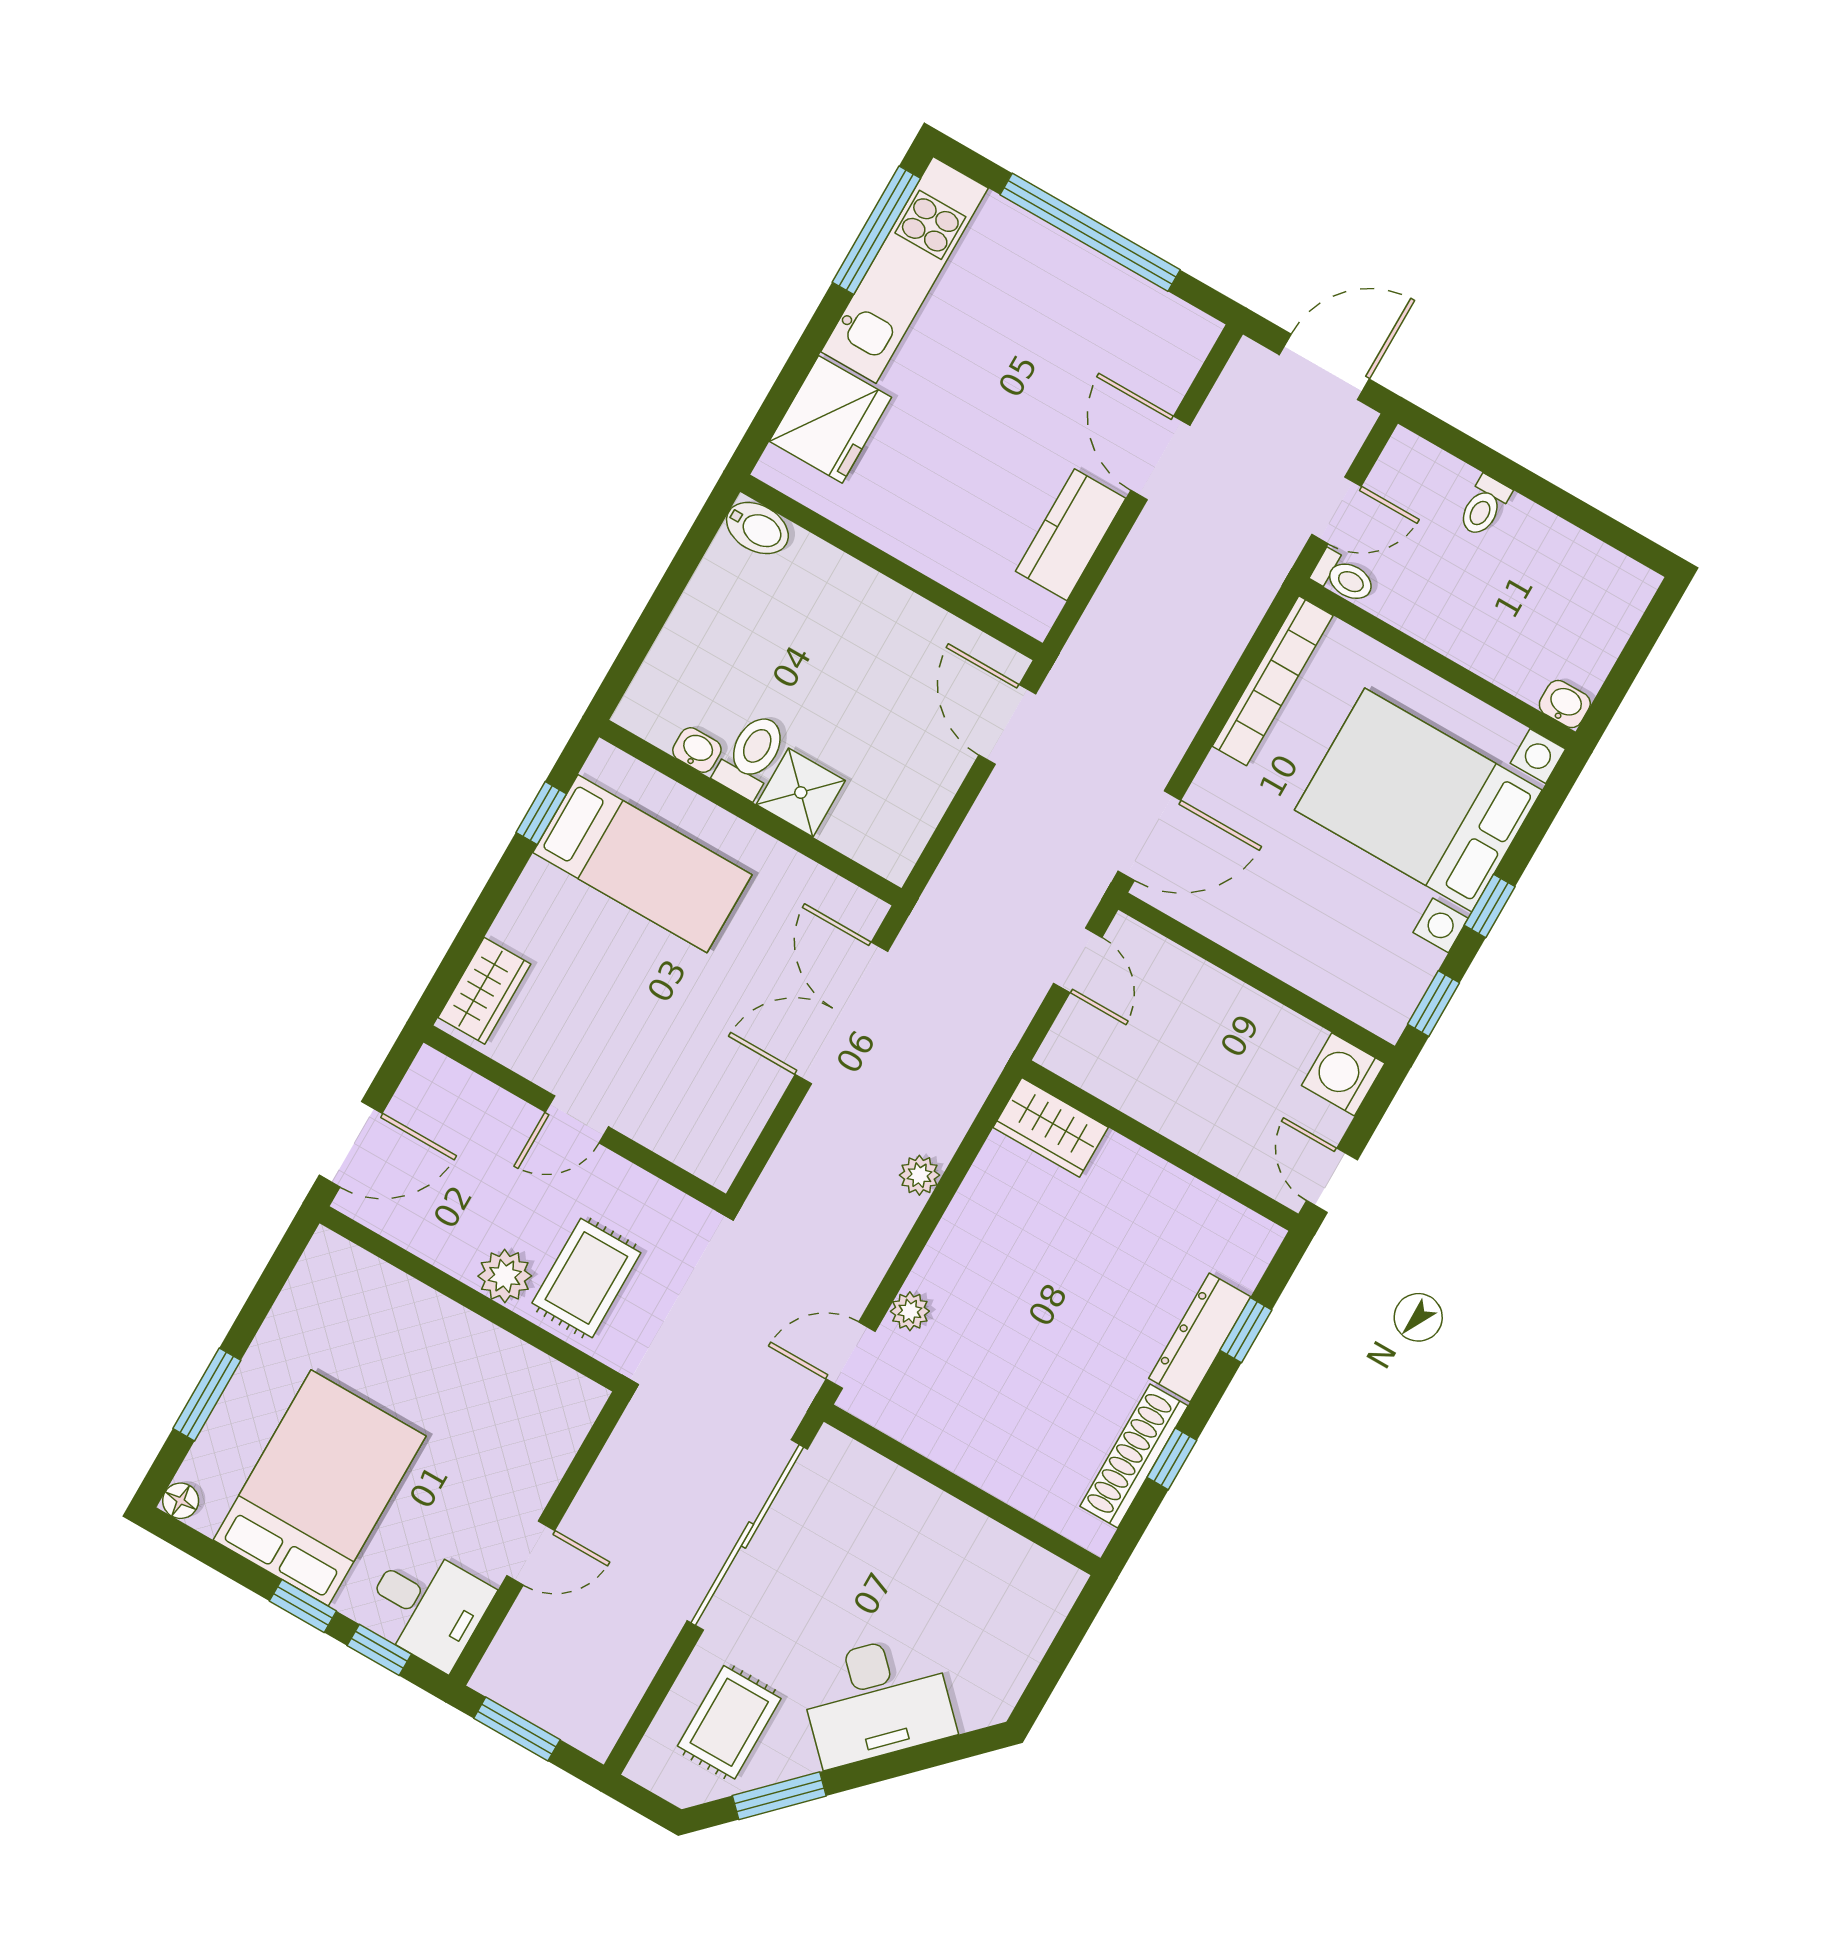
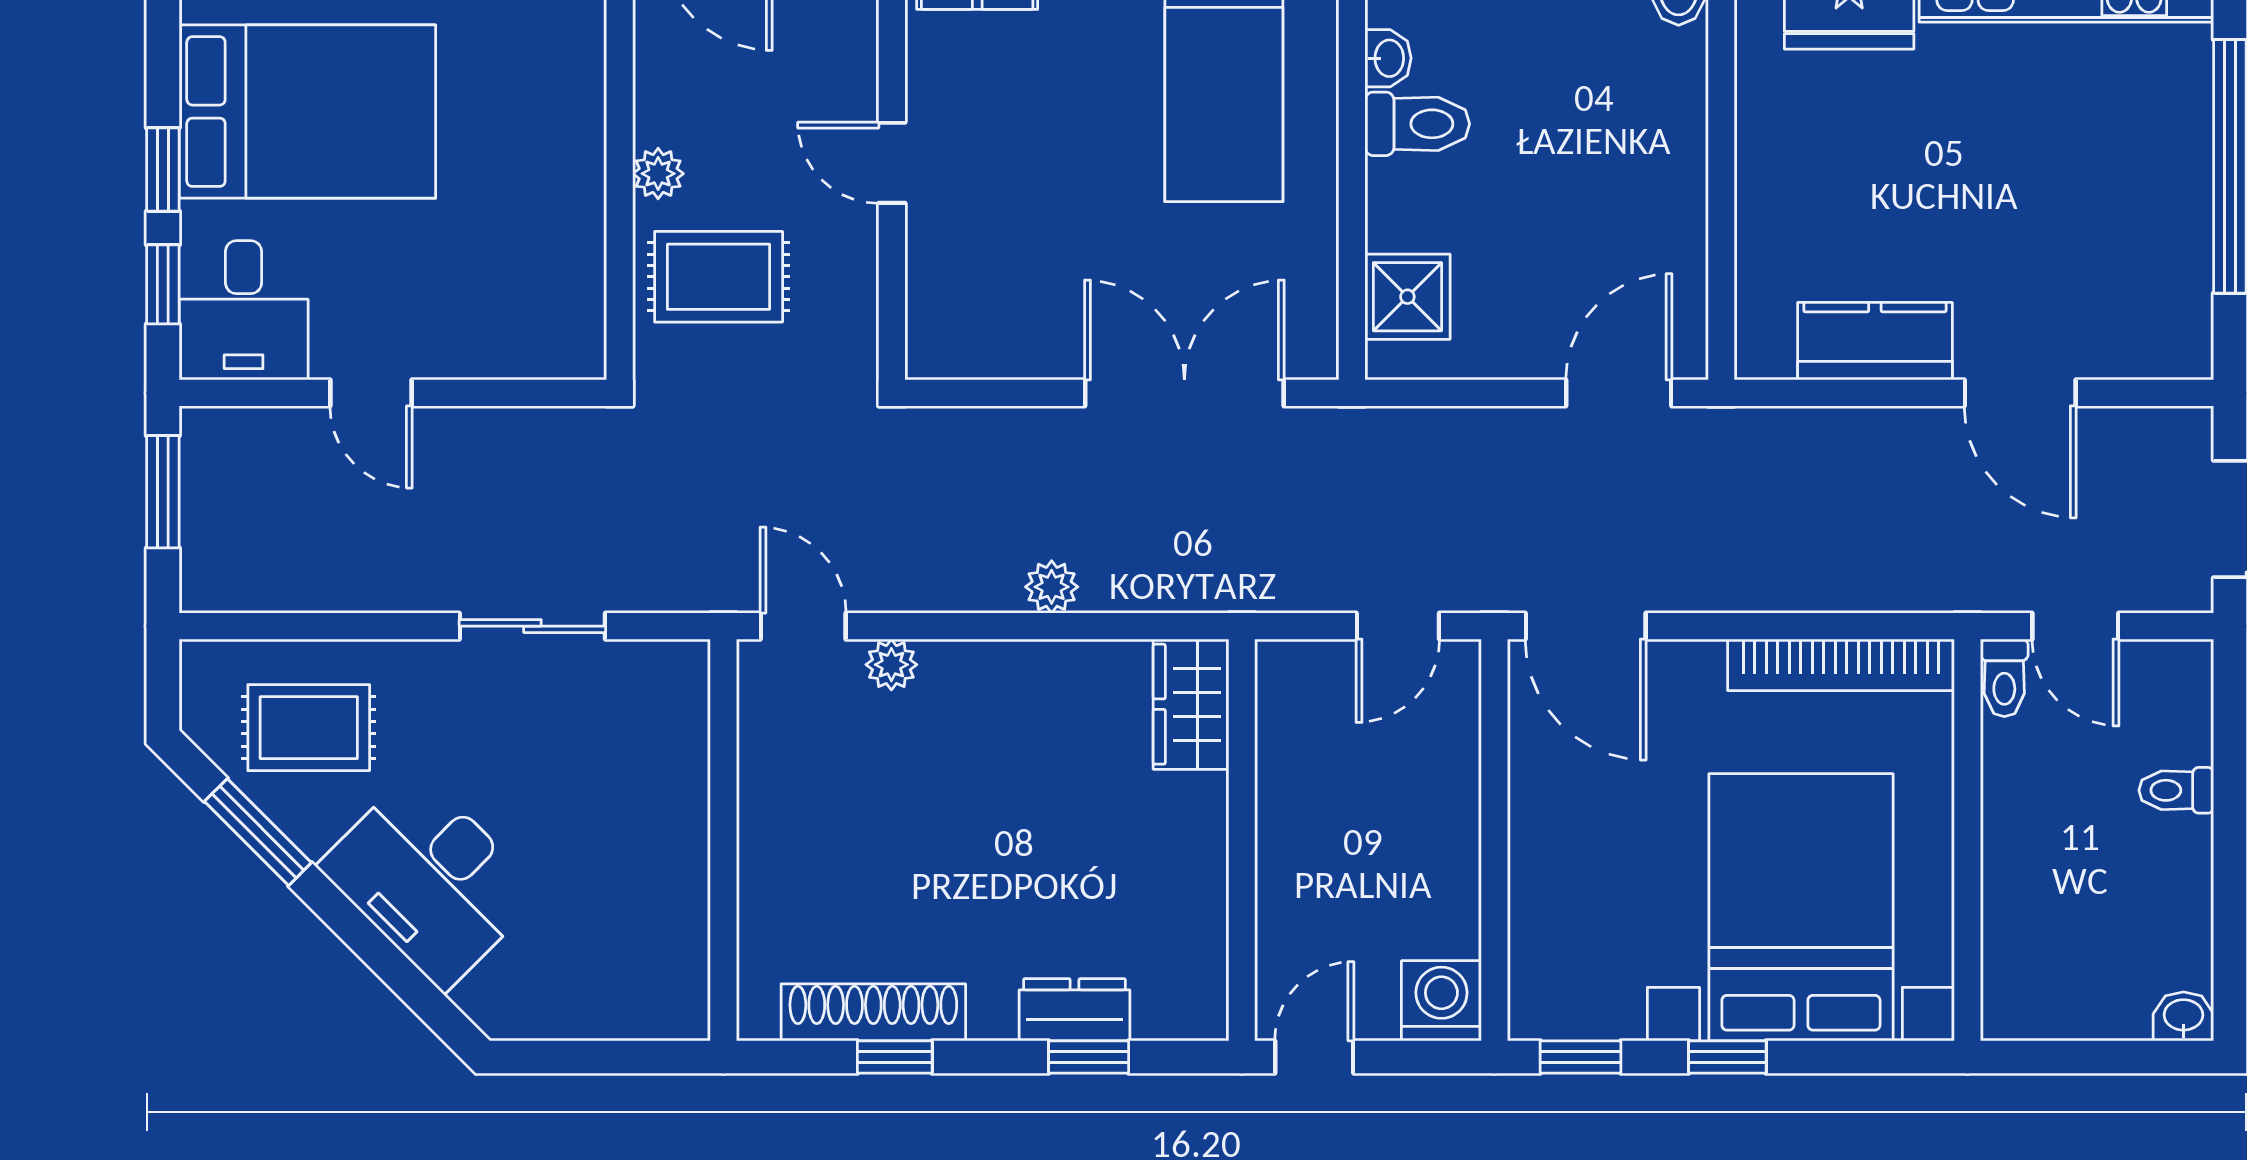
door: (1160, 458) -> (2020, 393), swing flipped
washbasin: (1565, 704) -> (2183, 1016), moved, turned -90
shower: (801, 793) -> (1407, 297), moved
plant: (505, 1276) -> (658, 174), width x0.73, depth x0.73
dresser: (1200, 1338) -> (1074, 1010), width x0.70
sliding door: (747, 1535) -> (532, 626), width x0.54

